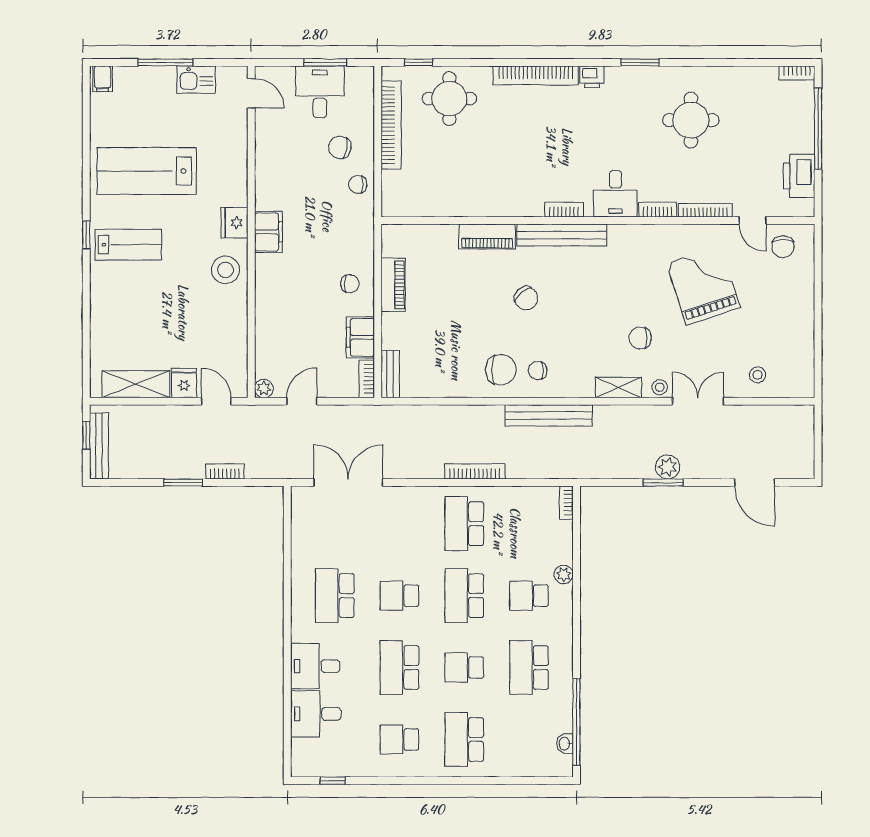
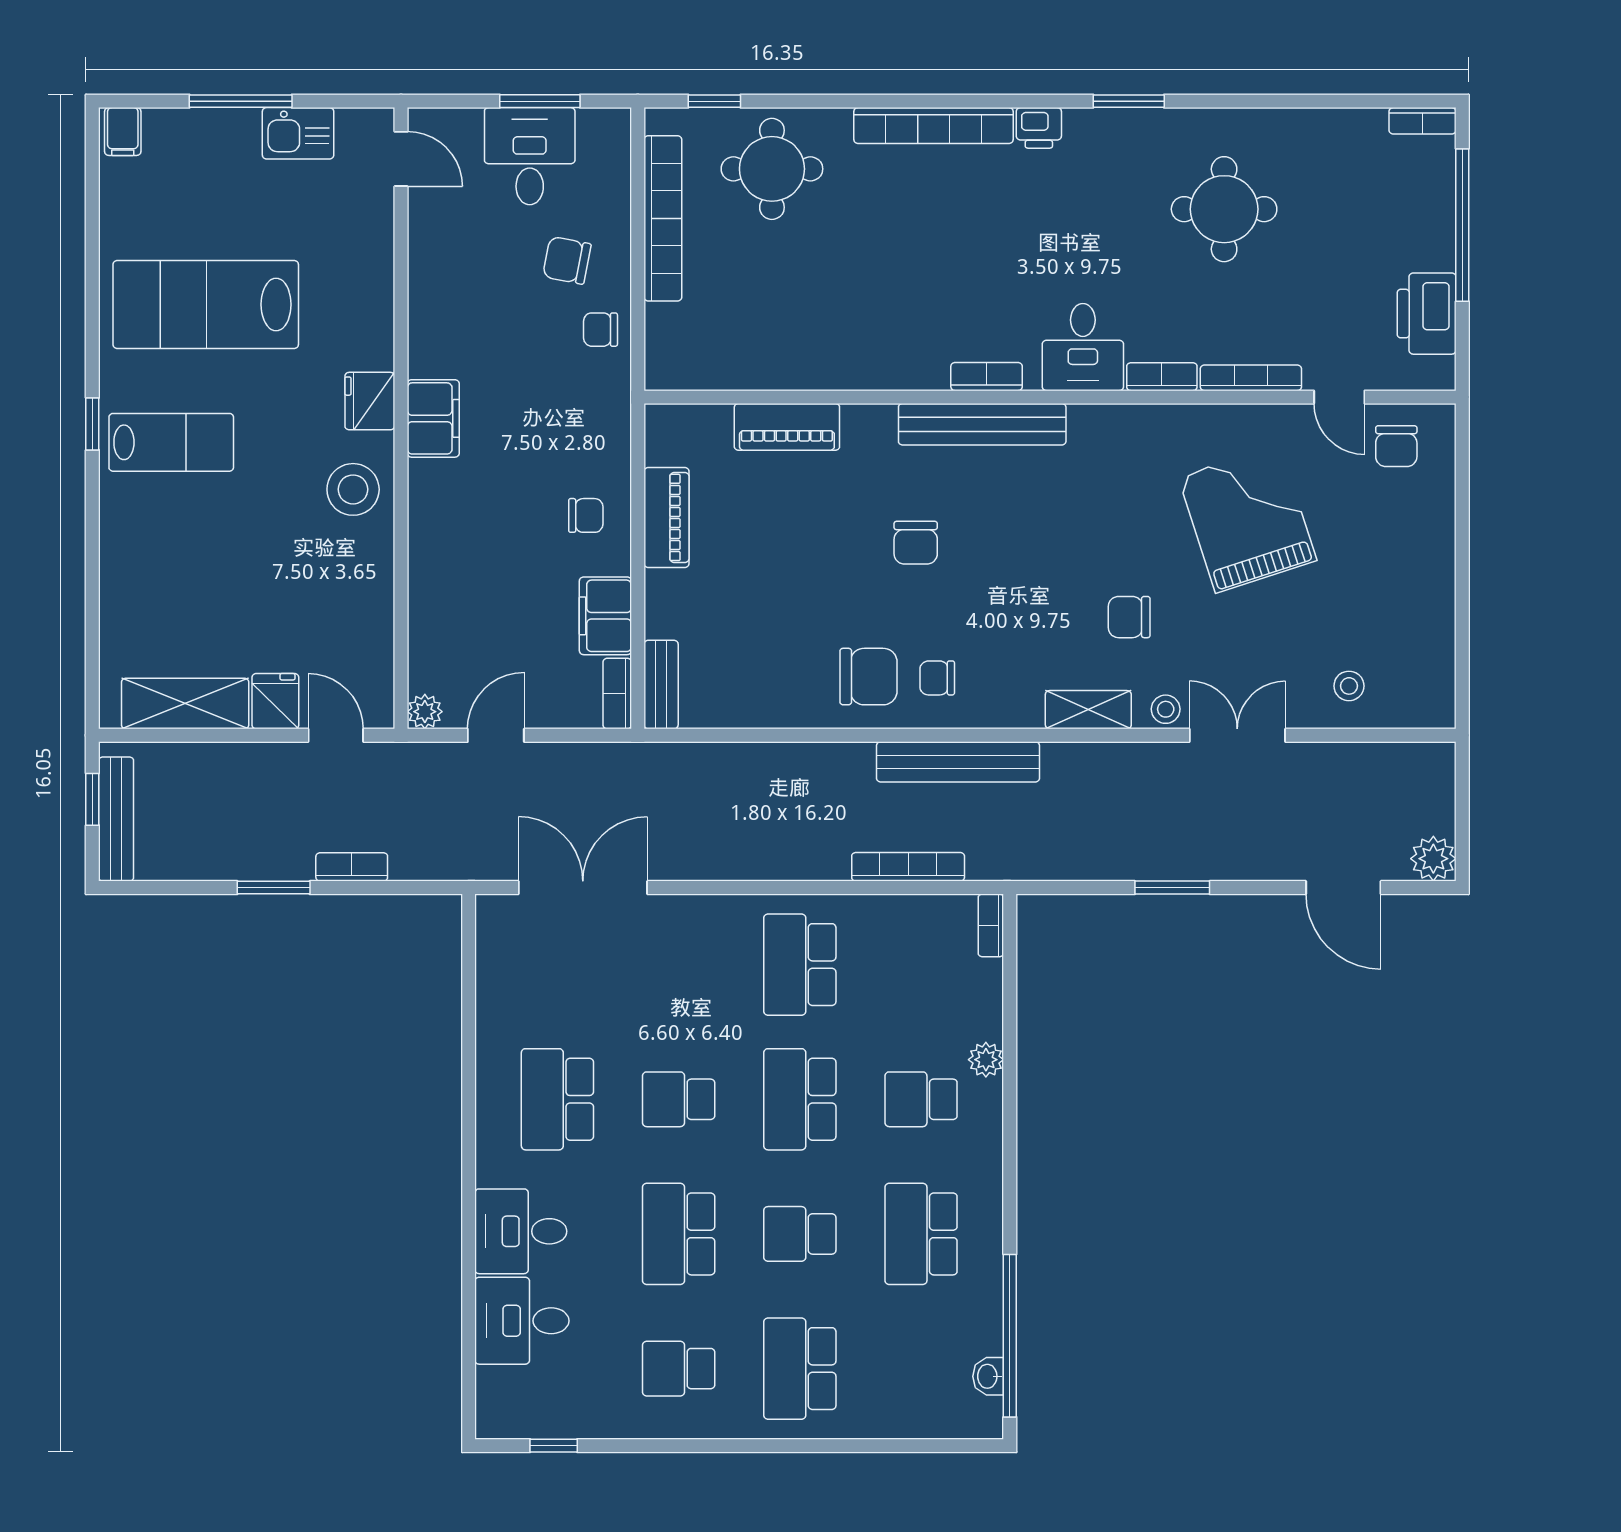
piano: (487, 236) -> (787, 427), moved
chair: (526, 298) -> (916, 543), turned 41
plant: (668, 467) -> (1433, 859), moved
bookcase: (475, 471) -> (908, 867), moved

